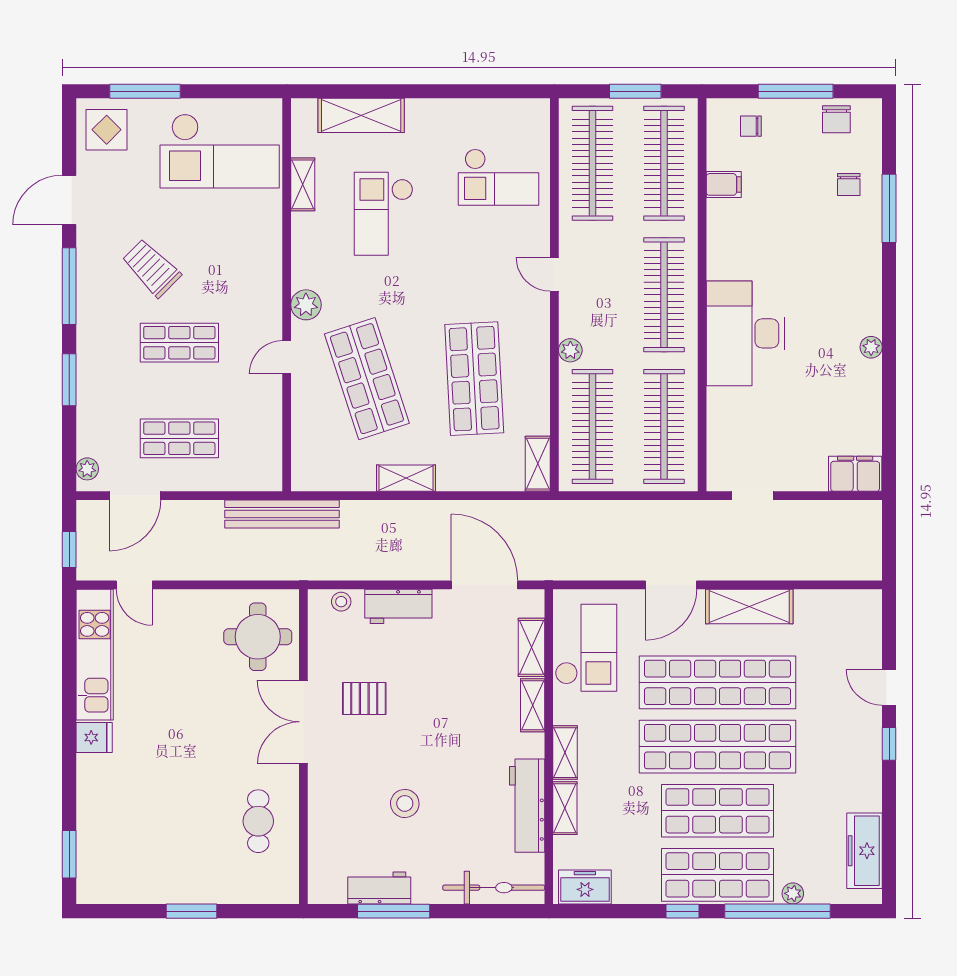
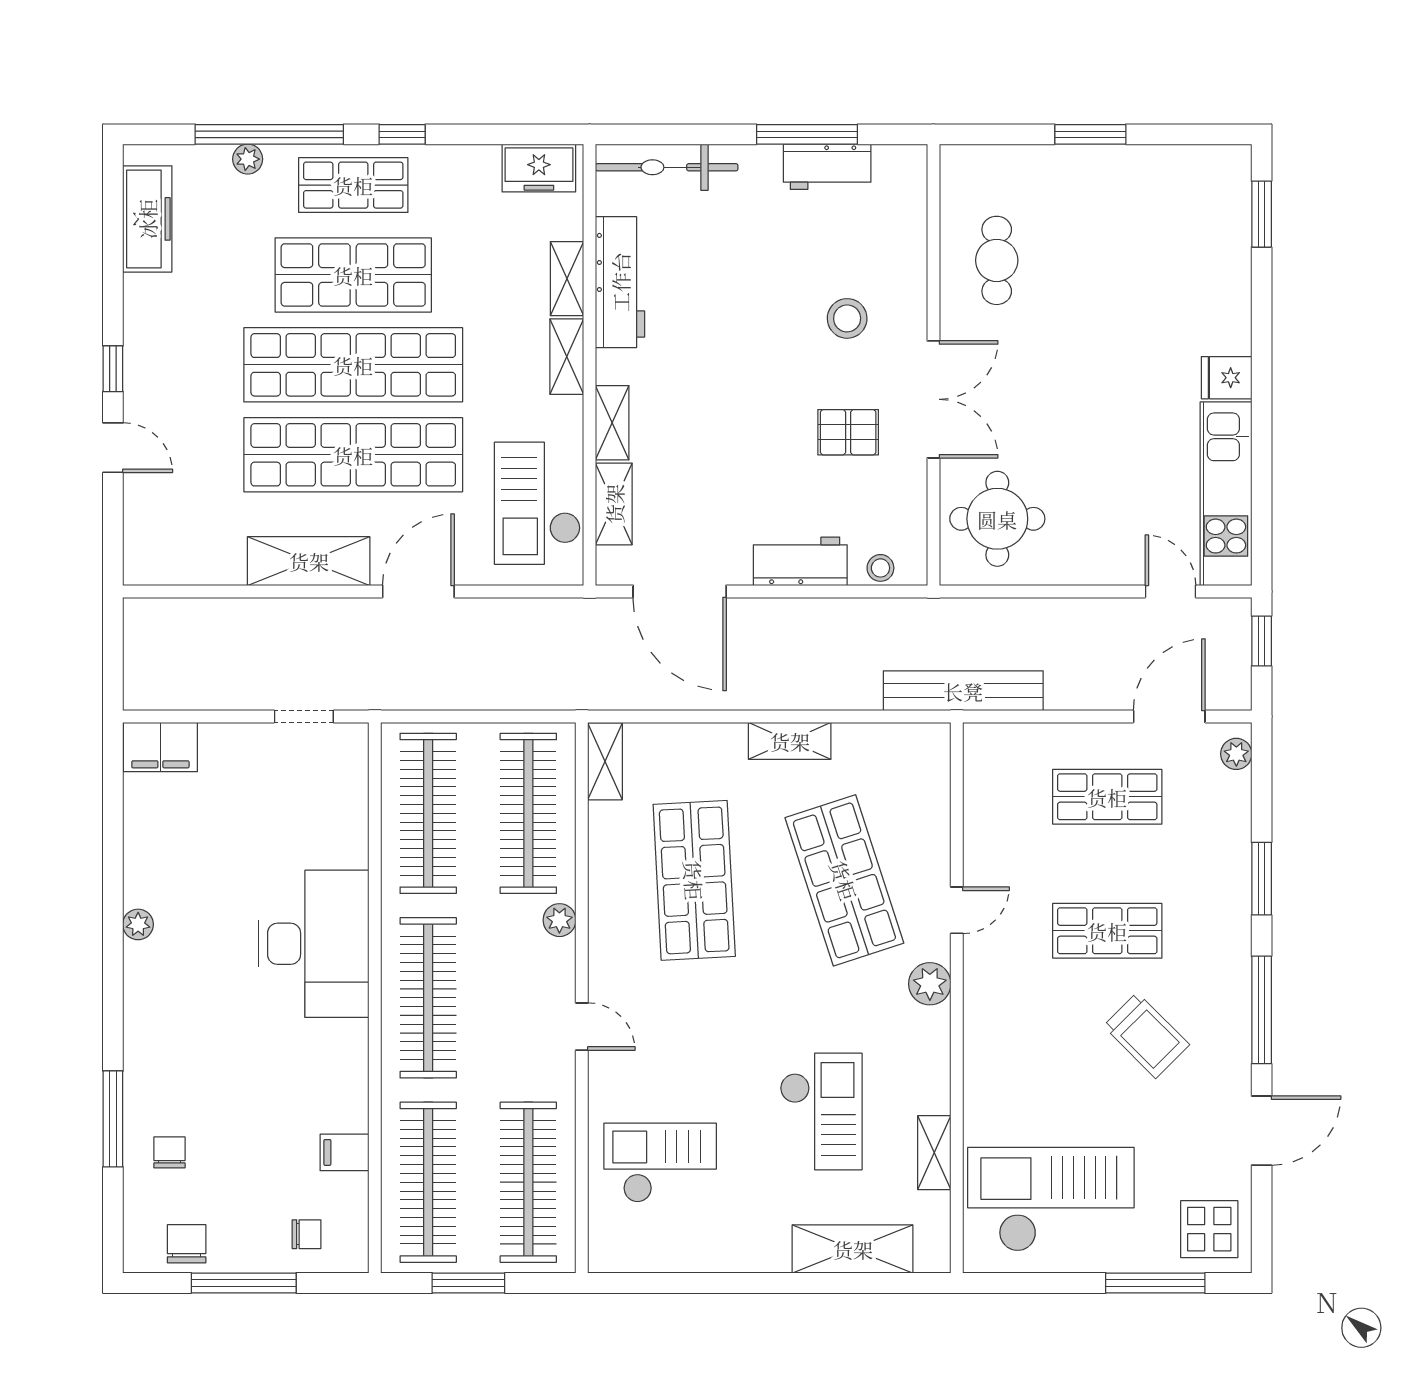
stool: (405, 803) -> (847, 318), moved
shop shelf: (718, 875) -> (353, 185), width x0.70, depth x0.74

